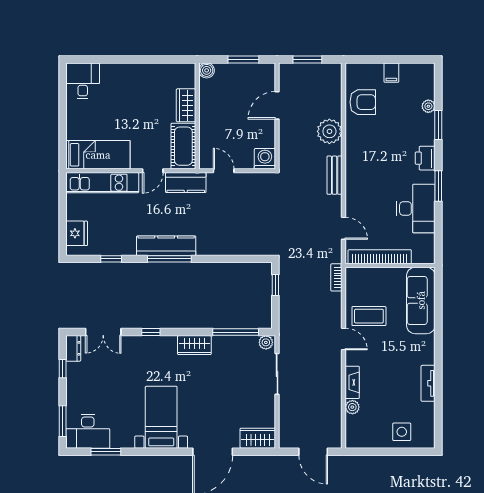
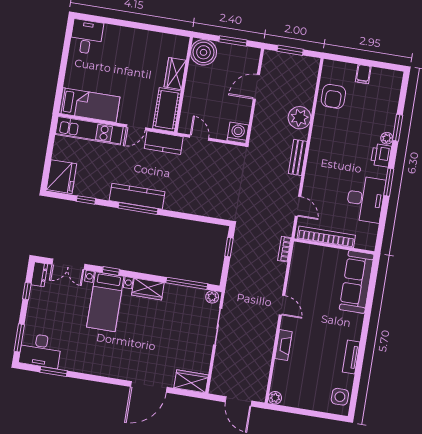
boiler: (207, 70) -> (204, 52), width x1.86, depth x1.86
armchair: (363, 102) -> (333, 96), turned 90
plant: (428, 106) -> (387, 138), moved
fridge: (77, 233) -> (62, 177), width x1.36, depth x1.34
coffee table: (369, 316) -> (308, 288), removed
plant: (352, 407) -> (275, 398), moved
bed with nightstands: (161, 417) -> (105, 302), moved, turned 180
side table: (402, 432) -> (340, 397), moved

